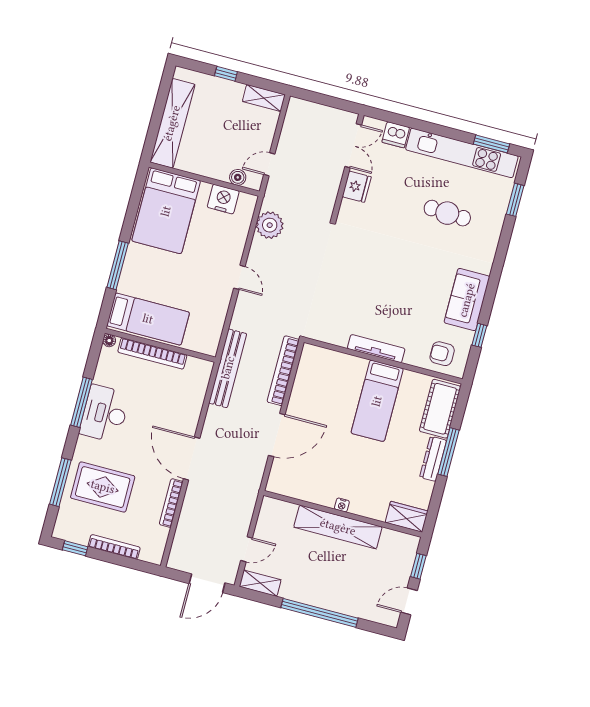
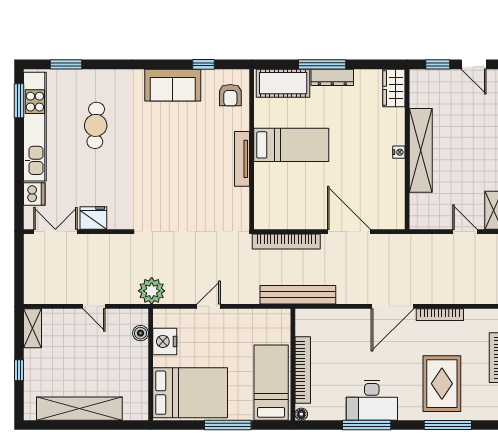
boiler: (238, 177) -> (140, 333), moved
wall: (204, 179) -> (151, 364), moved
nightstand: (223, 199) -> (165, 341), moved
bed: (166, 211) -> (190, 393), moved

